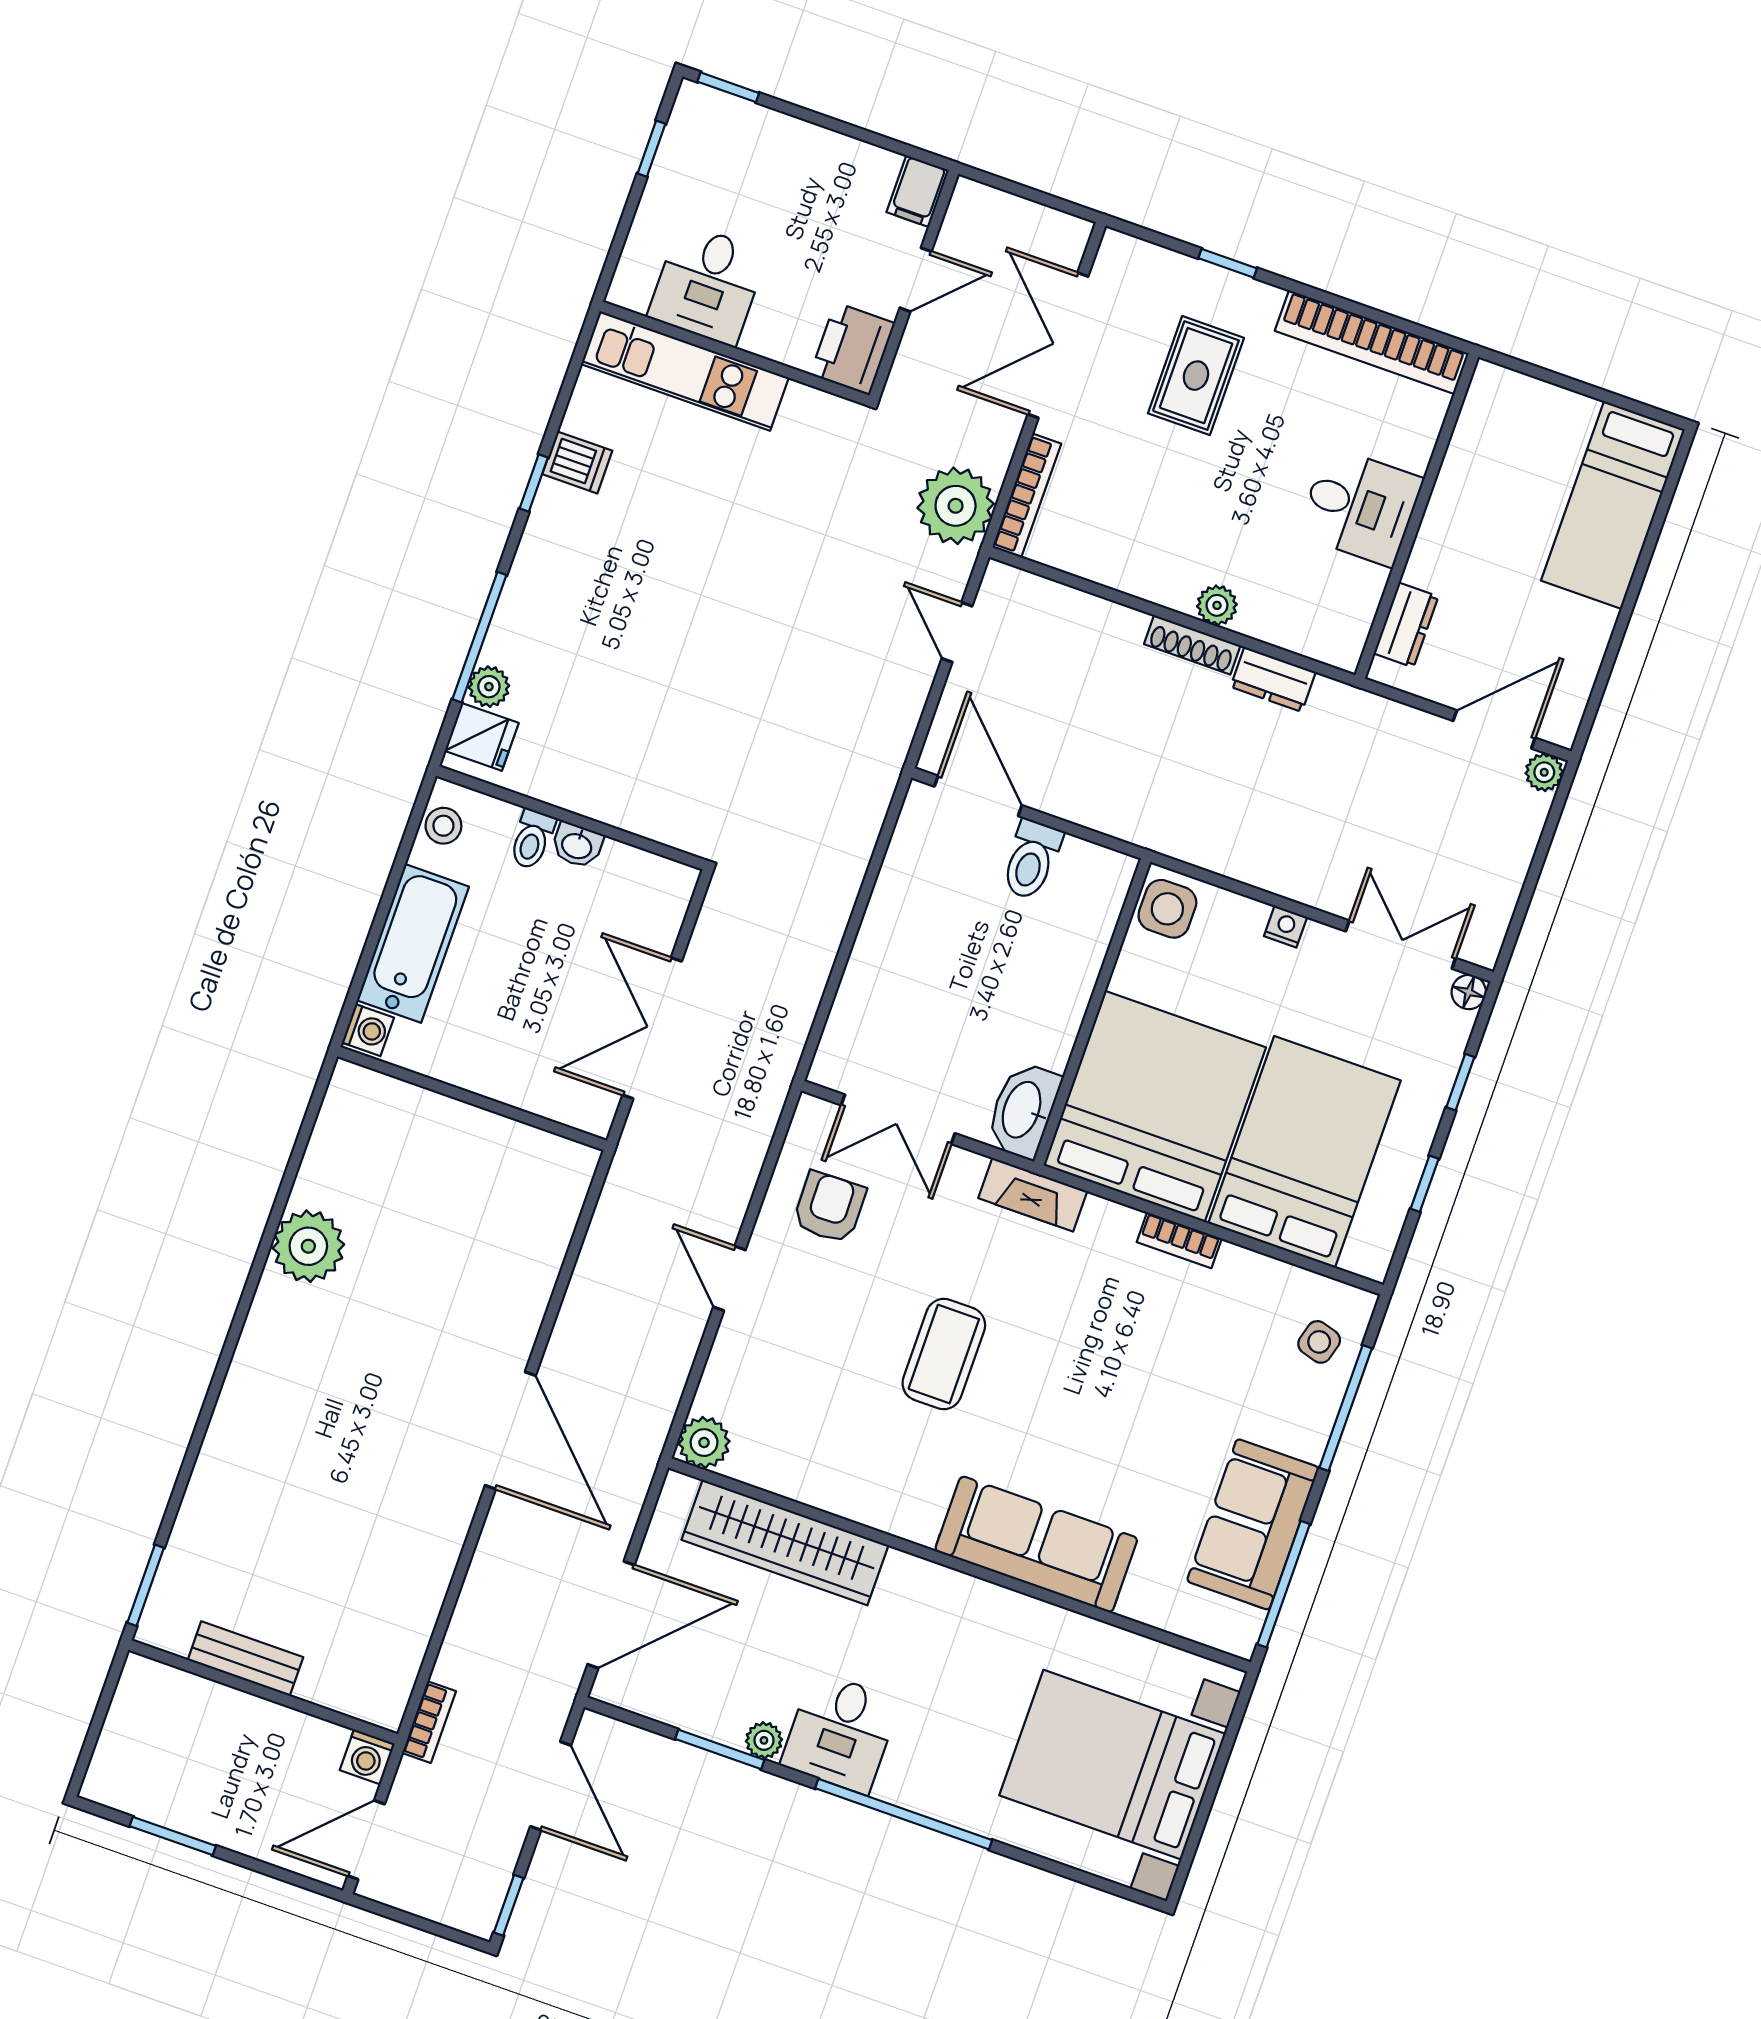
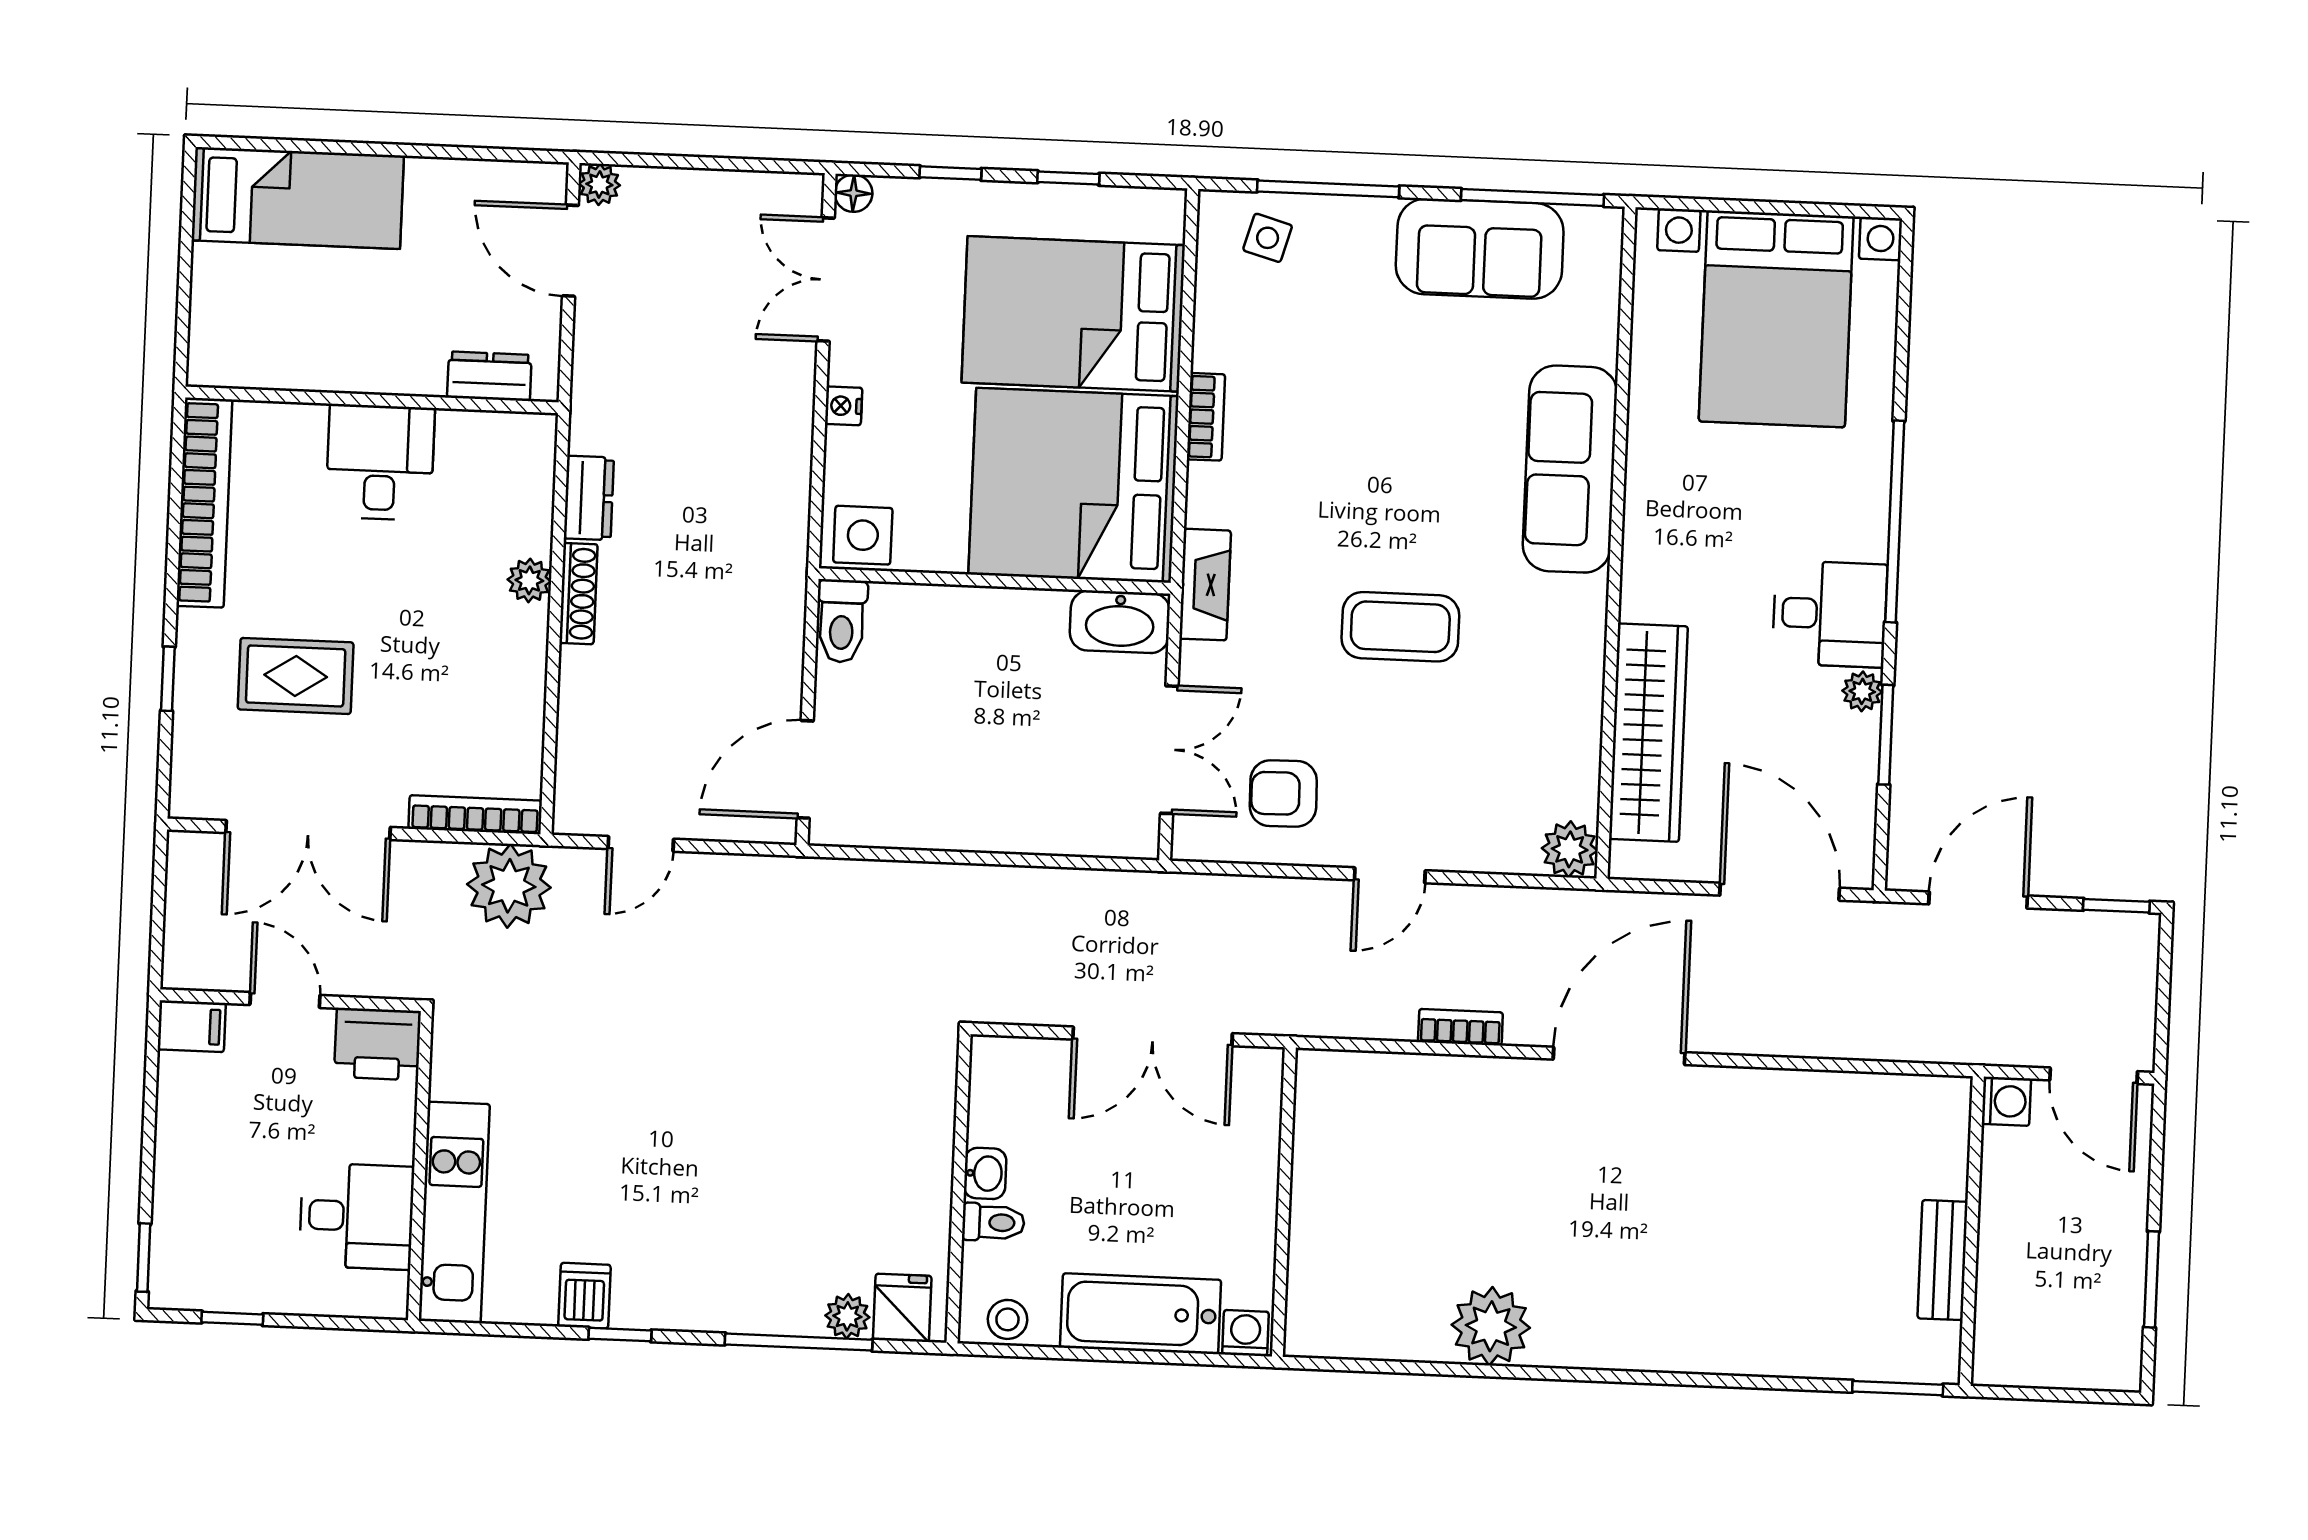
toilet: (1031, 860) -> (842, 621), moved, turned 90
bookcase: (429, 1722) -> (1460, 1027), moved

